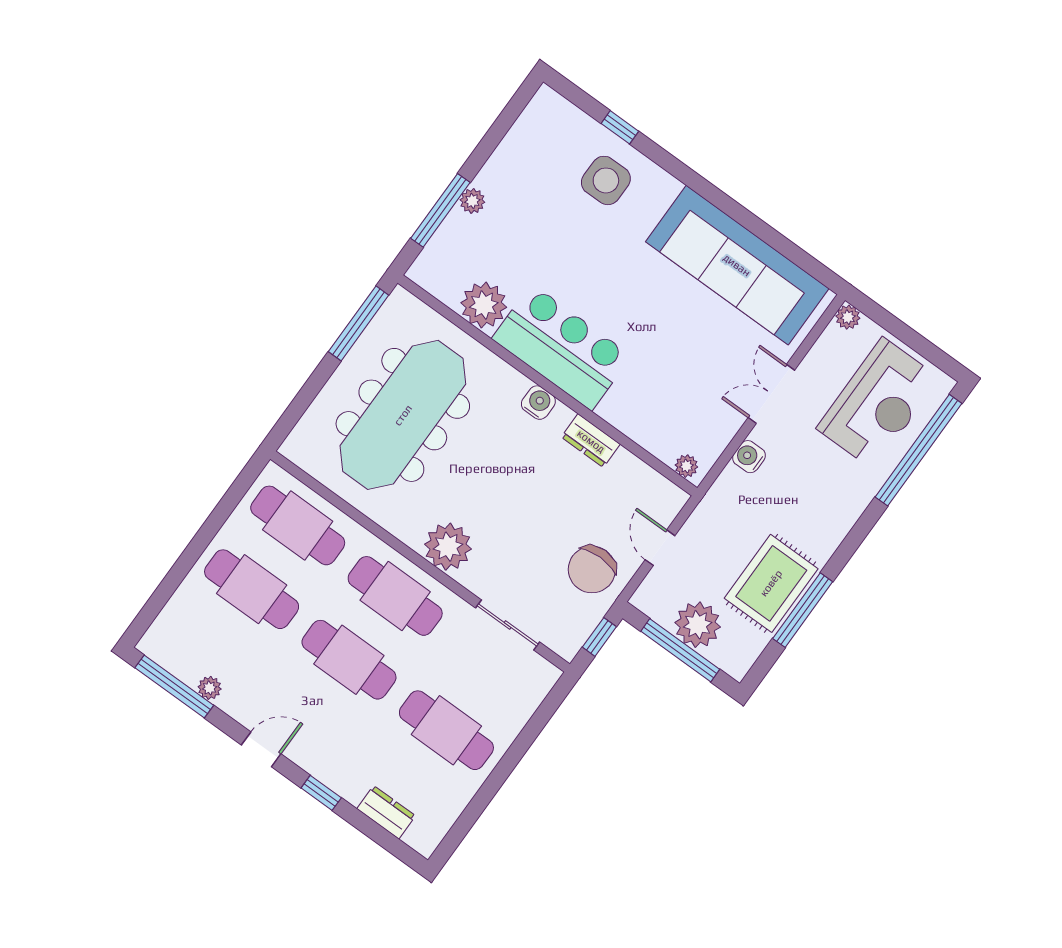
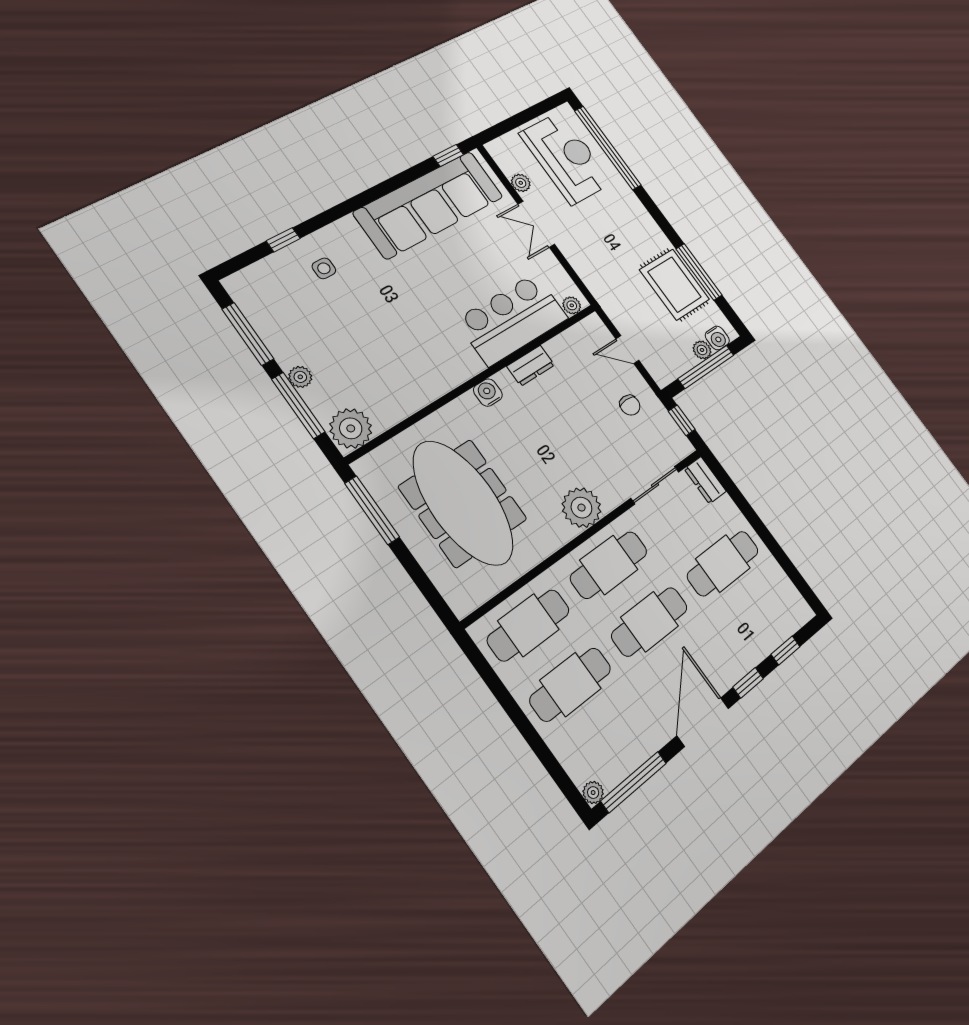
window: (497, 132) -> (248, 334), added
side table: (606, 180) -> (324, 268), width x0.54, depth x0.54
window: (811, 266) -> (448, 155), added
plant: (484, 305) -> (351, 428), moved
plant: (848, 317) -> (521, 183), moved
bar counter: (562, 347) -> (512, 319), moved
water cooler: (749, 457) -> (717, 338), moved, turned -90
chair: (592, 569) -> (630, 405), width x0.54, depth x0.54
plant: (698, 625) -> (702, 350), width x0.53, depth x0.53
plant: (210, 688) -> (593, 793), moved
door: (261, 749) -> (703, 722), width x1.87
dresser: (386, 812) -> (705, 480), moved, turned -90
window: (373, 830) -> (785, 650), added

